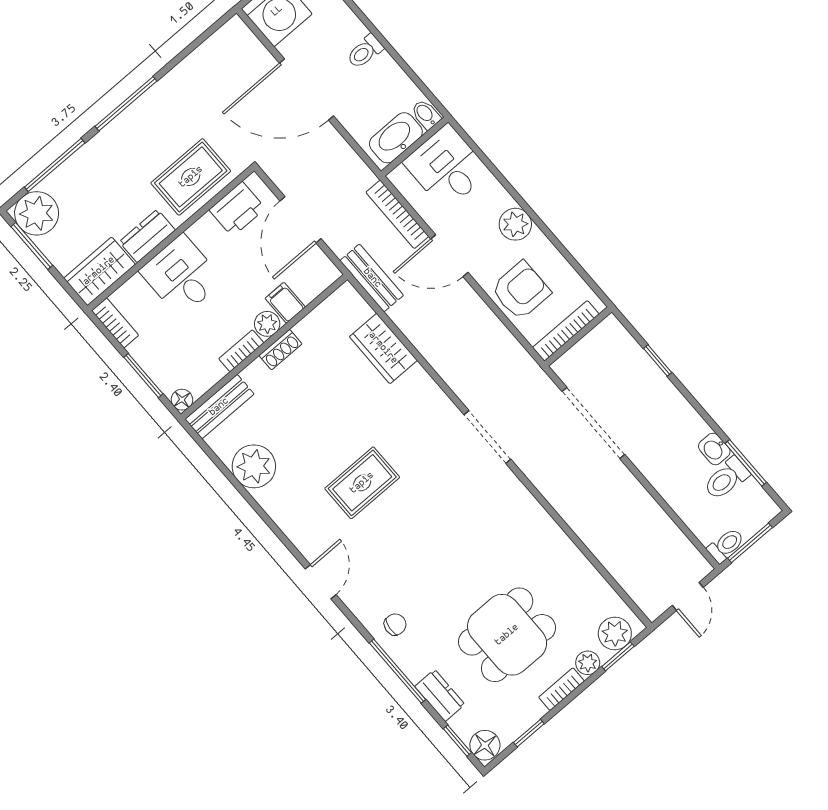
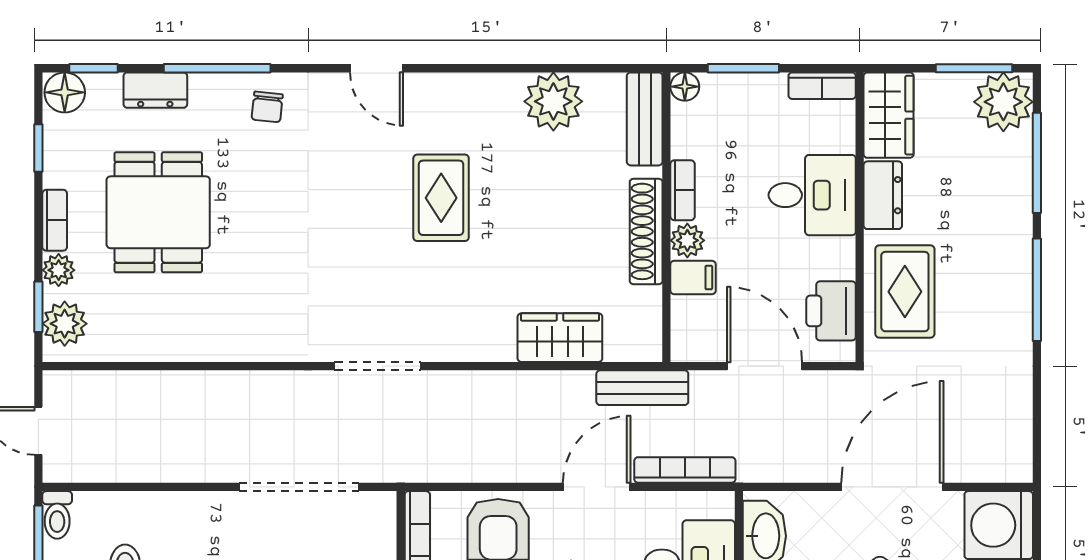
shoe rack: (281, 350) -> (646, 231), width x1.94, depth x1.24

